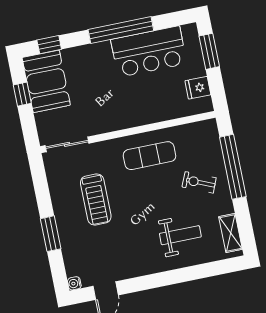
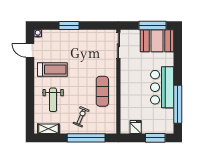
window: (121, 30) -> (178, 104), moved
window: (49, 45) -> (178, 47), removed
bar counter: (149, 52) -> (162, 87), moved
window: (22, 94) -> (152, 25), width x2.17
treadmill: (96, 200) -> (52, 70), moved, turned 180

